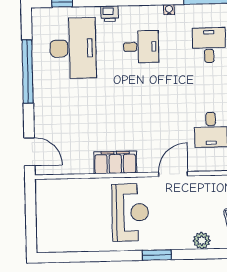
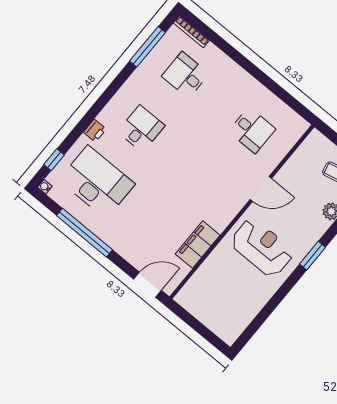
water cooler: (169, 10) -> (45, 187), moved
filing cabinet: (115, 162) -> (198, 245), moved
door: (173, 174) -> (261, 189), swing flipped

